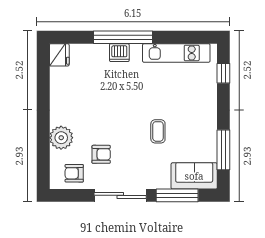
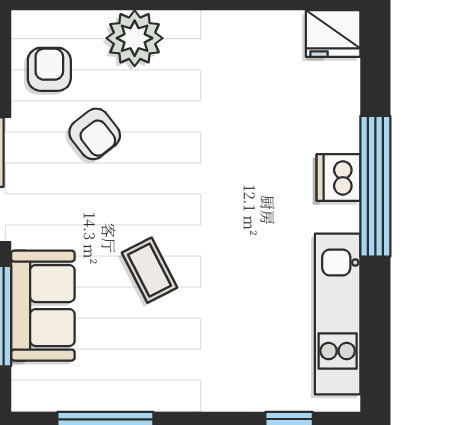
coffee table: (158, 131) -> (150, 270), turned 63
armchair: (101, 154) -> (95, 134), turned -38
sofa: (194, 176) -> (43, 306), moved

